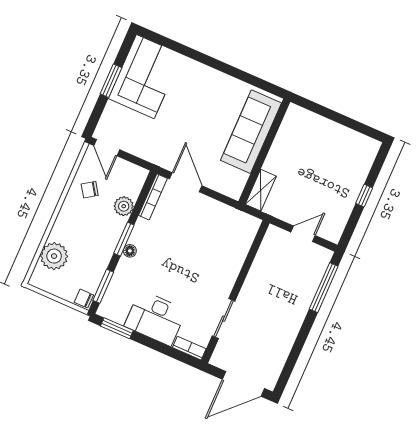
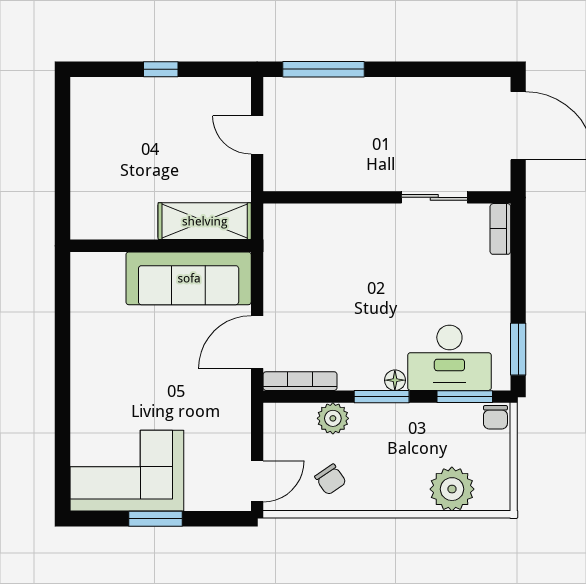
sofa: (251, 132) -> (189, 278), moved
shelving: (261, 190) -> (205, 221), width x1.50, depth x1.33
desk: (156, 318) -> (449, 358), moved, turned 90

